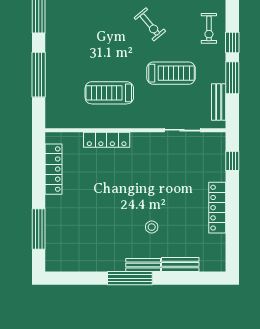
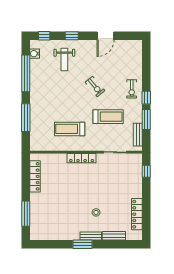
locker: (107, 140) -> (82, 158), moved
locker: (217, 208) -> (137, 214), moved
window: (130, 278) -> (83, 244), width x0.69

